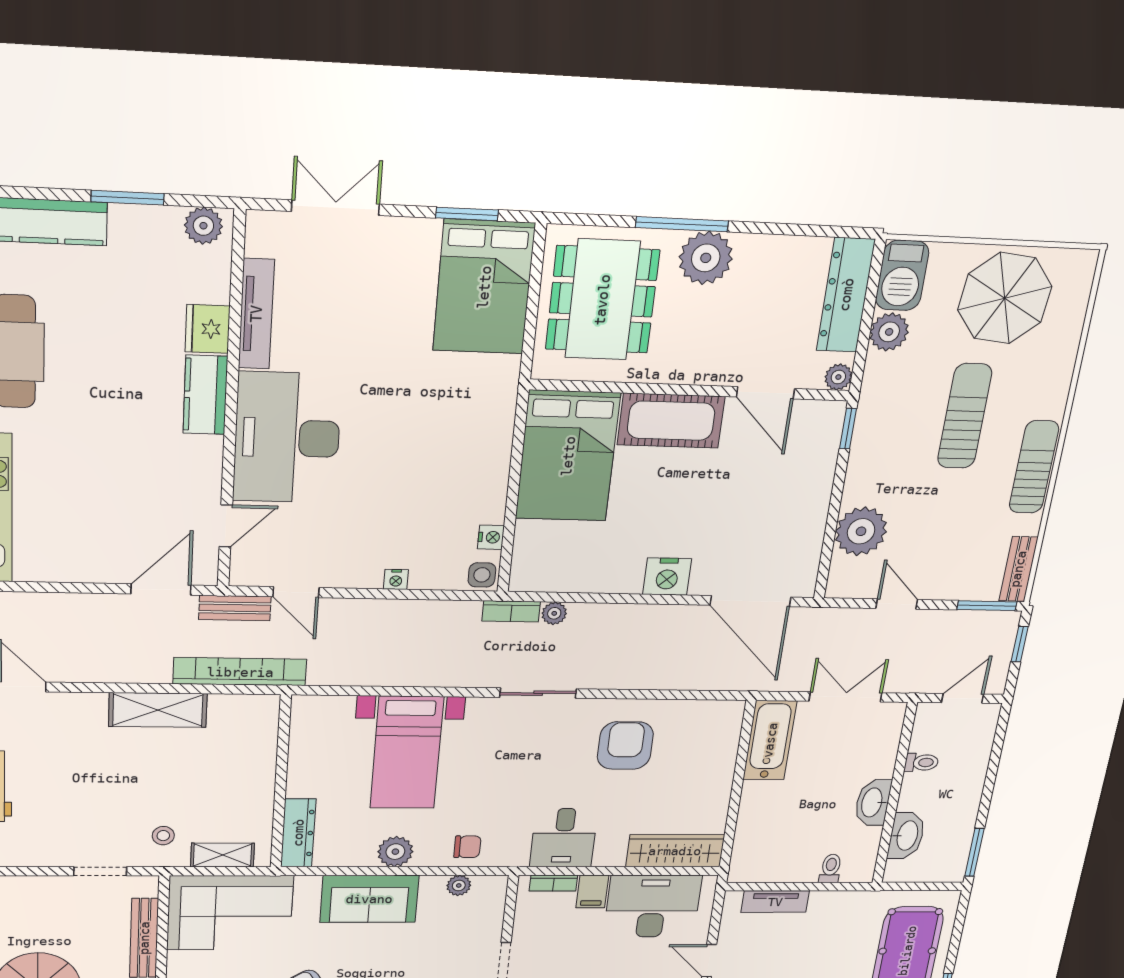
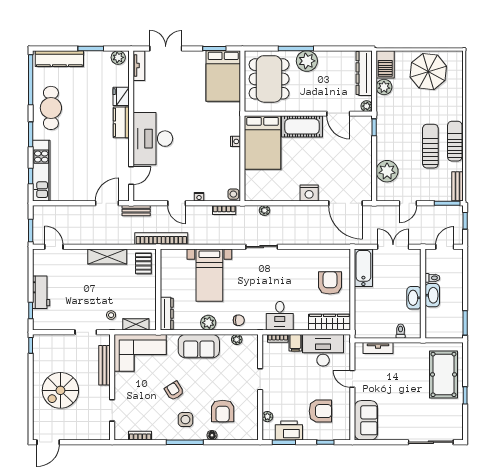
tv unit: (256, 314) -> (139, 66), moved, width x0.71
sun lounger: (965, 416) -> (430, 146), moved
nightstand: (491, 537) -> (235, 141), moved
door: (296, 592) -> (177, 203), moved
door: (897, 604) -> (408, 203), swing flipped
bookcase: (511, 611) -> (224, 210), moved
bookcase: (240, 672) -> (161, 239), moved
pallet: (247, 726) -> (143, 263), added
armchair: (625, 746) -> (330, 283), moved
washbasin: (906, 836) -> (432, 295), moved

